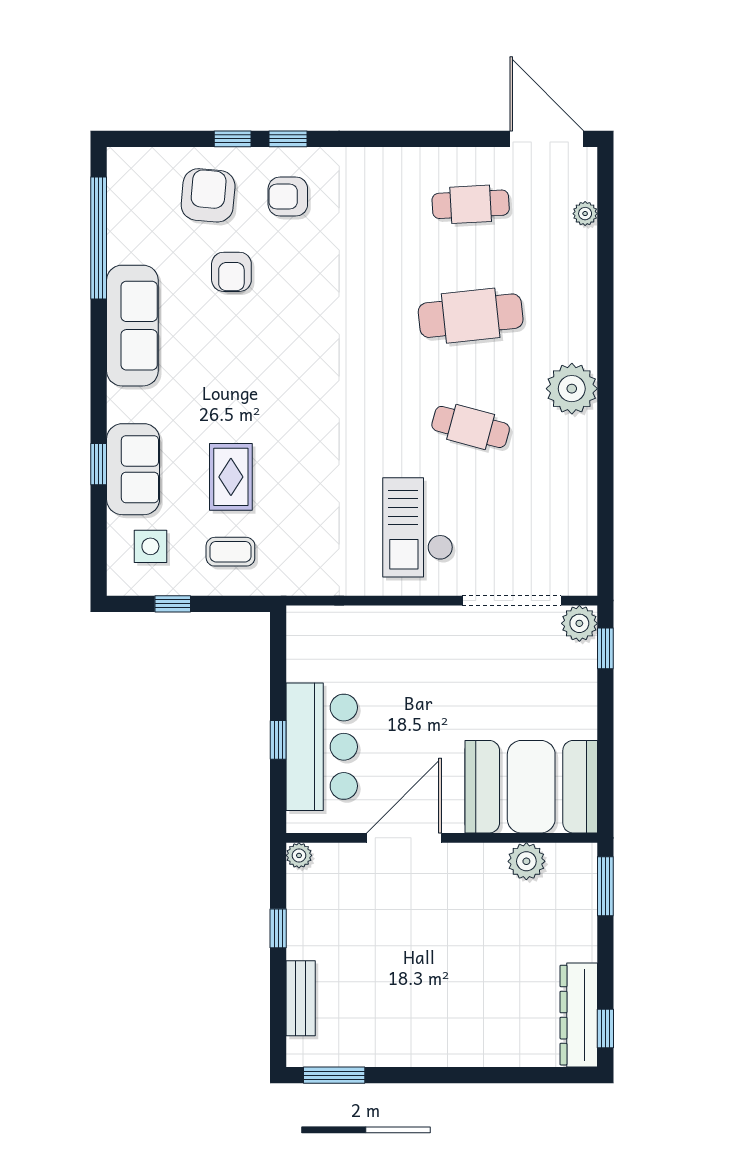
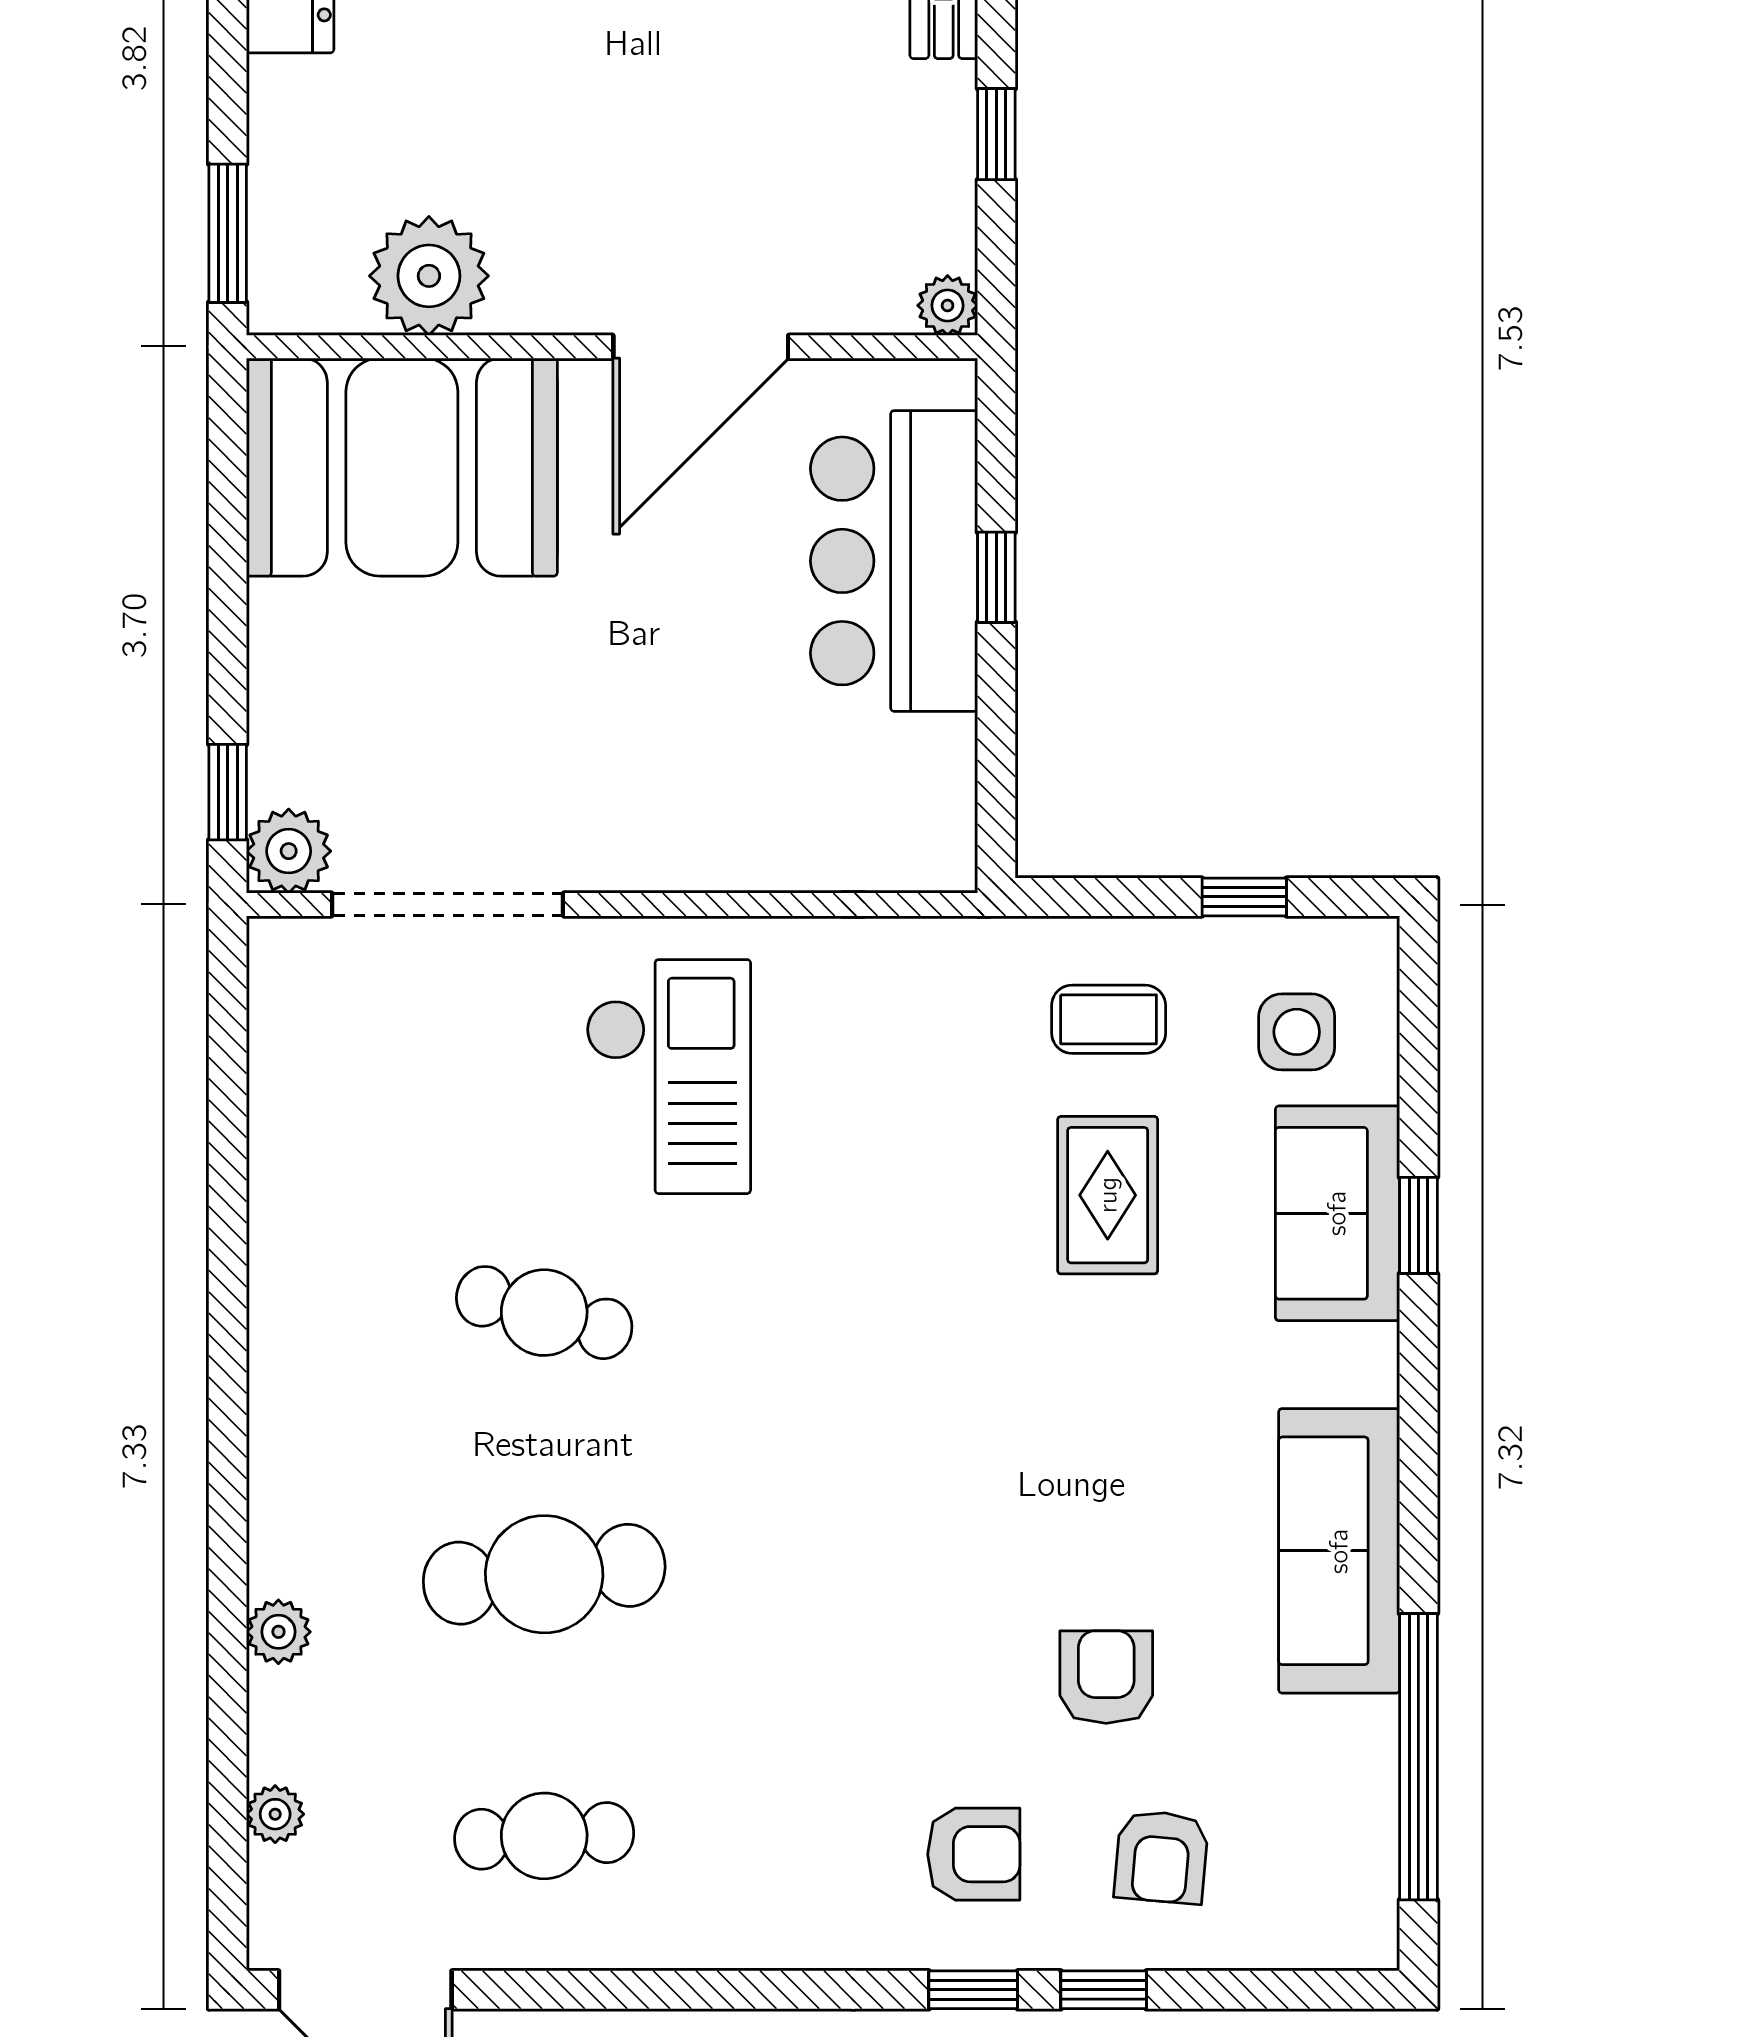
armchair: (208, 195) -> (1161, 1857), width x0.72, depth x0.72
plant: (572, 389) -> (278, 1632), moved, width x0.53, depth x0.53
plant: (526, 861) -> (429, 276), width x1.36, depth x1.36

